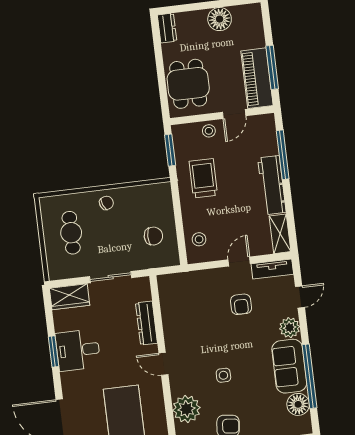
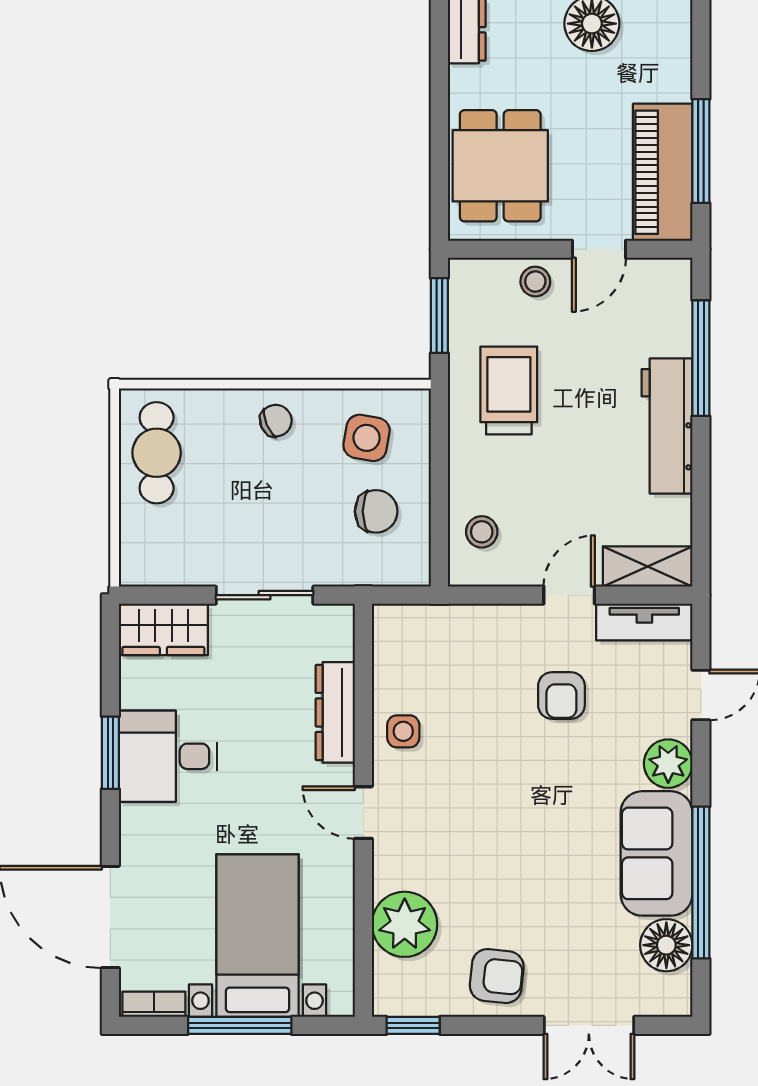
side table: (146, 206) -> (367, 438), added
cafe table: (71, 233) -> (157, 453), moved
shelving: (280, 234) -> (648, 567), moved, turned 90
side table: (223, 375) -> (403, 731), moved

